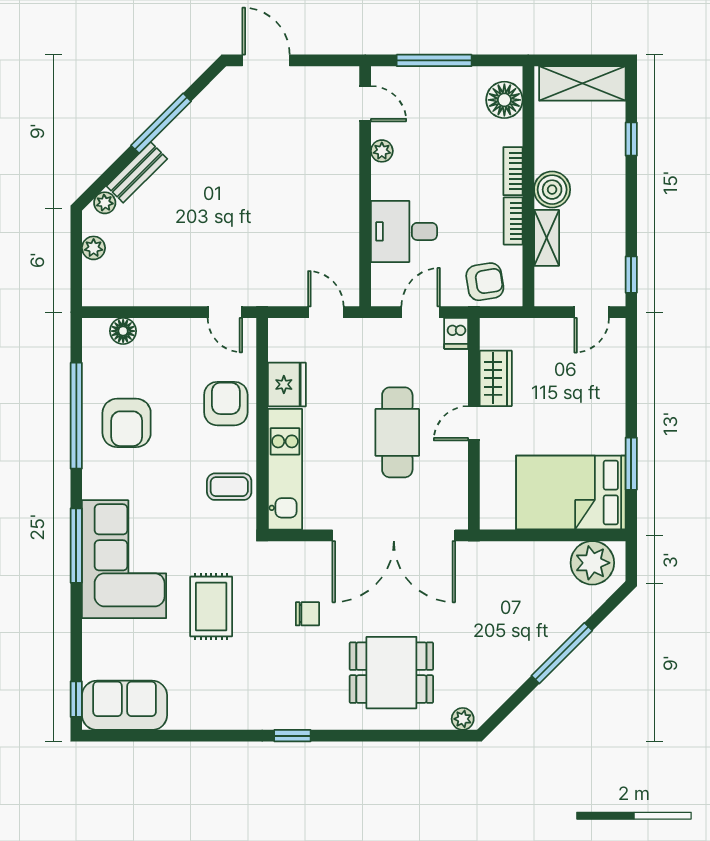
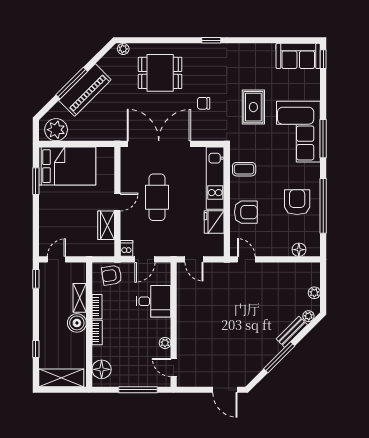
armchair: (226, 404) -> (246, 212), turned -90
piano: (537, 639) -> (85, 90), added

